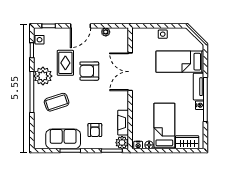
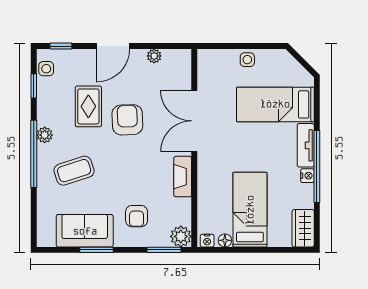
armchair: (89, 71) -> (127, 120), turned 88
plant: (43, 76) -> (45, 135), width x0.53, depth x0.53
fireplace: (123, 123) -> (183, 177), moved
wardrobe: (187, 142) -> (303, 228), moved, turned -90

